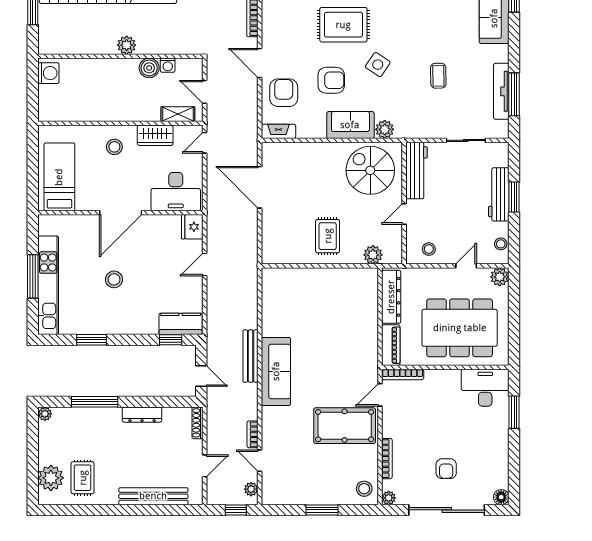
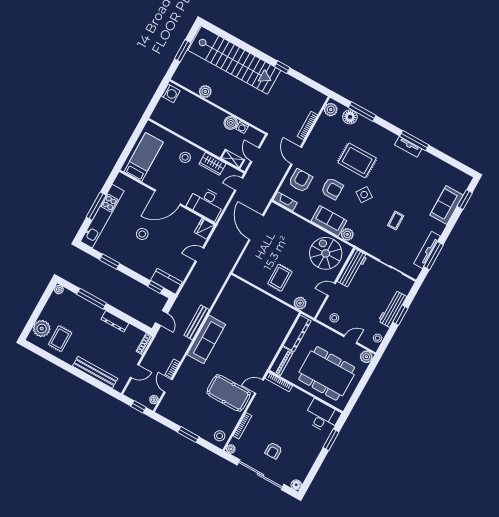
plant: (127, 45) -> (205, 91), moved

